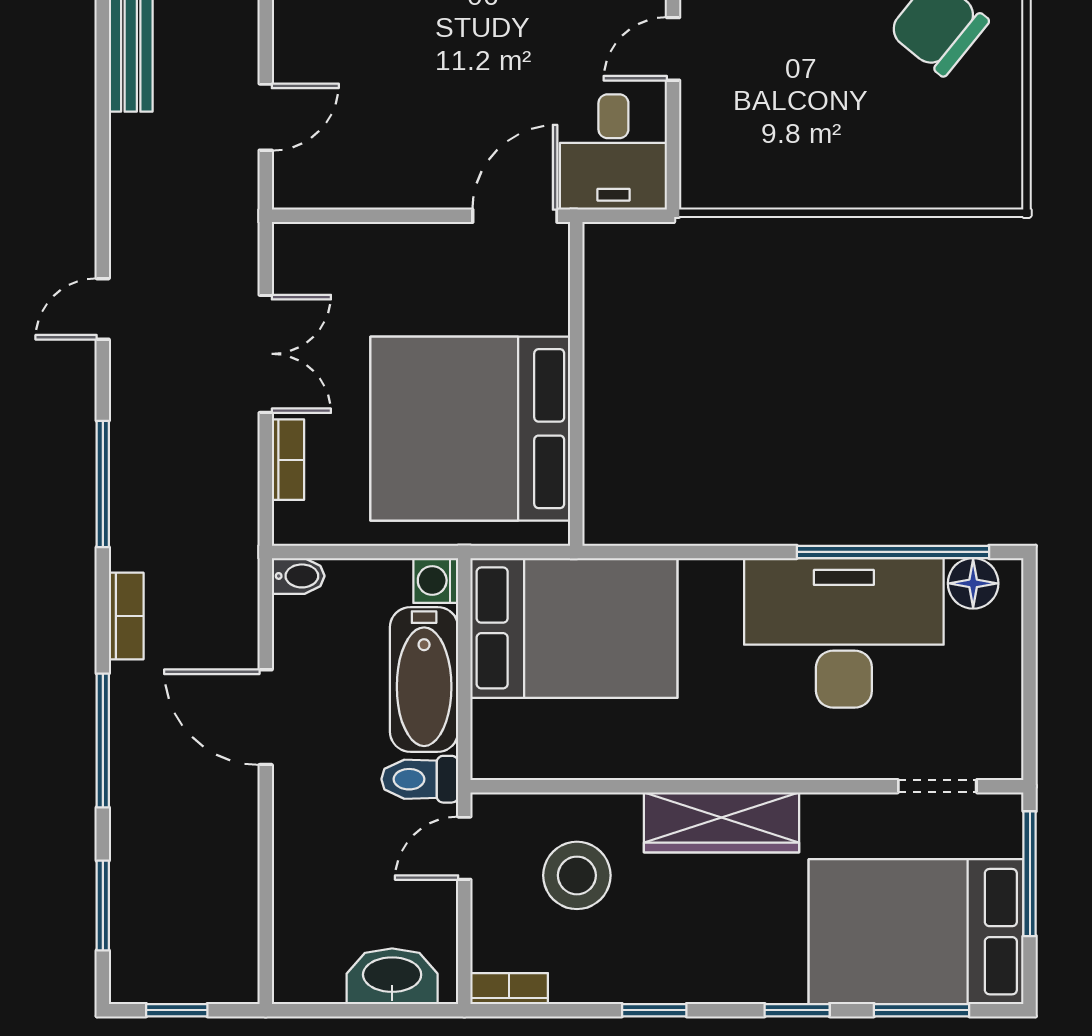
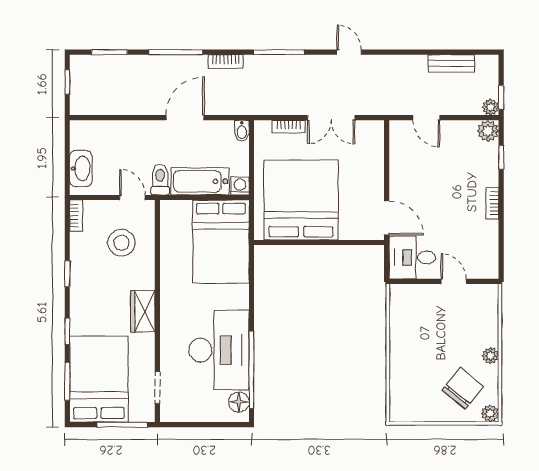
wardrobe: (721, 822) -> (143, 311), width x0.67

